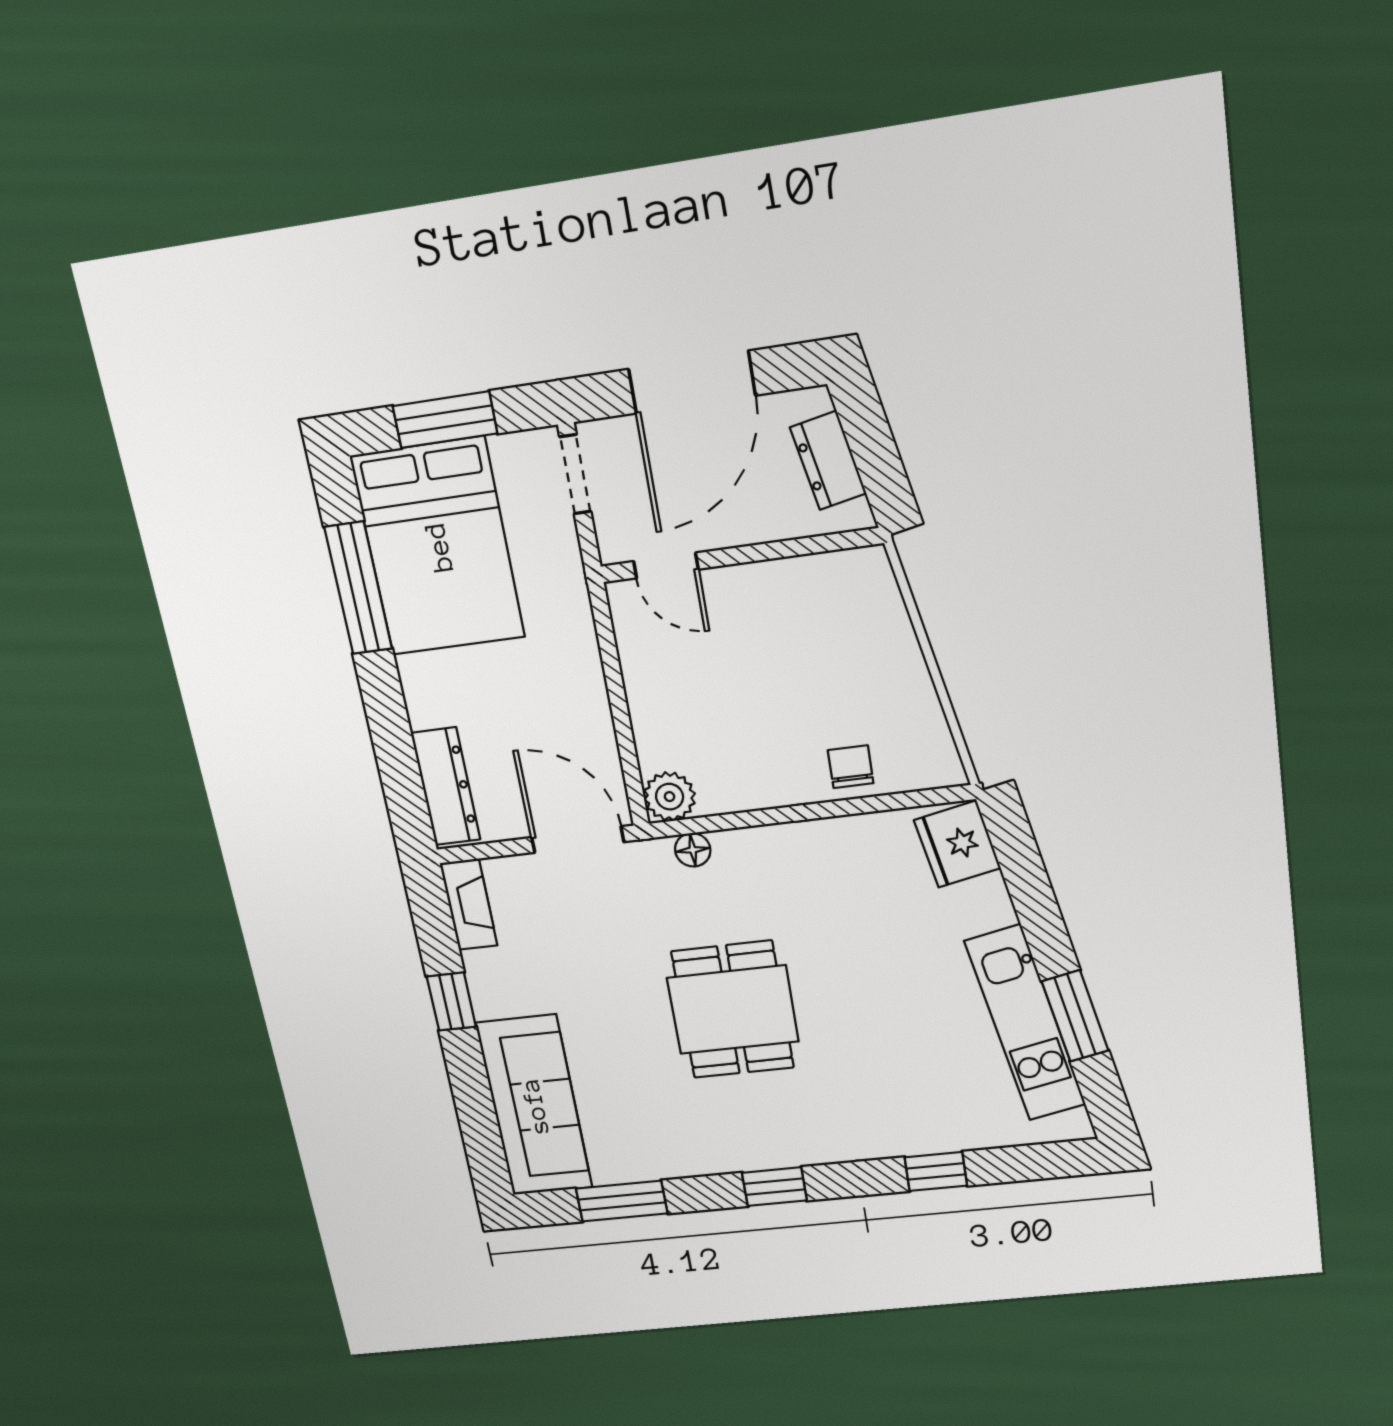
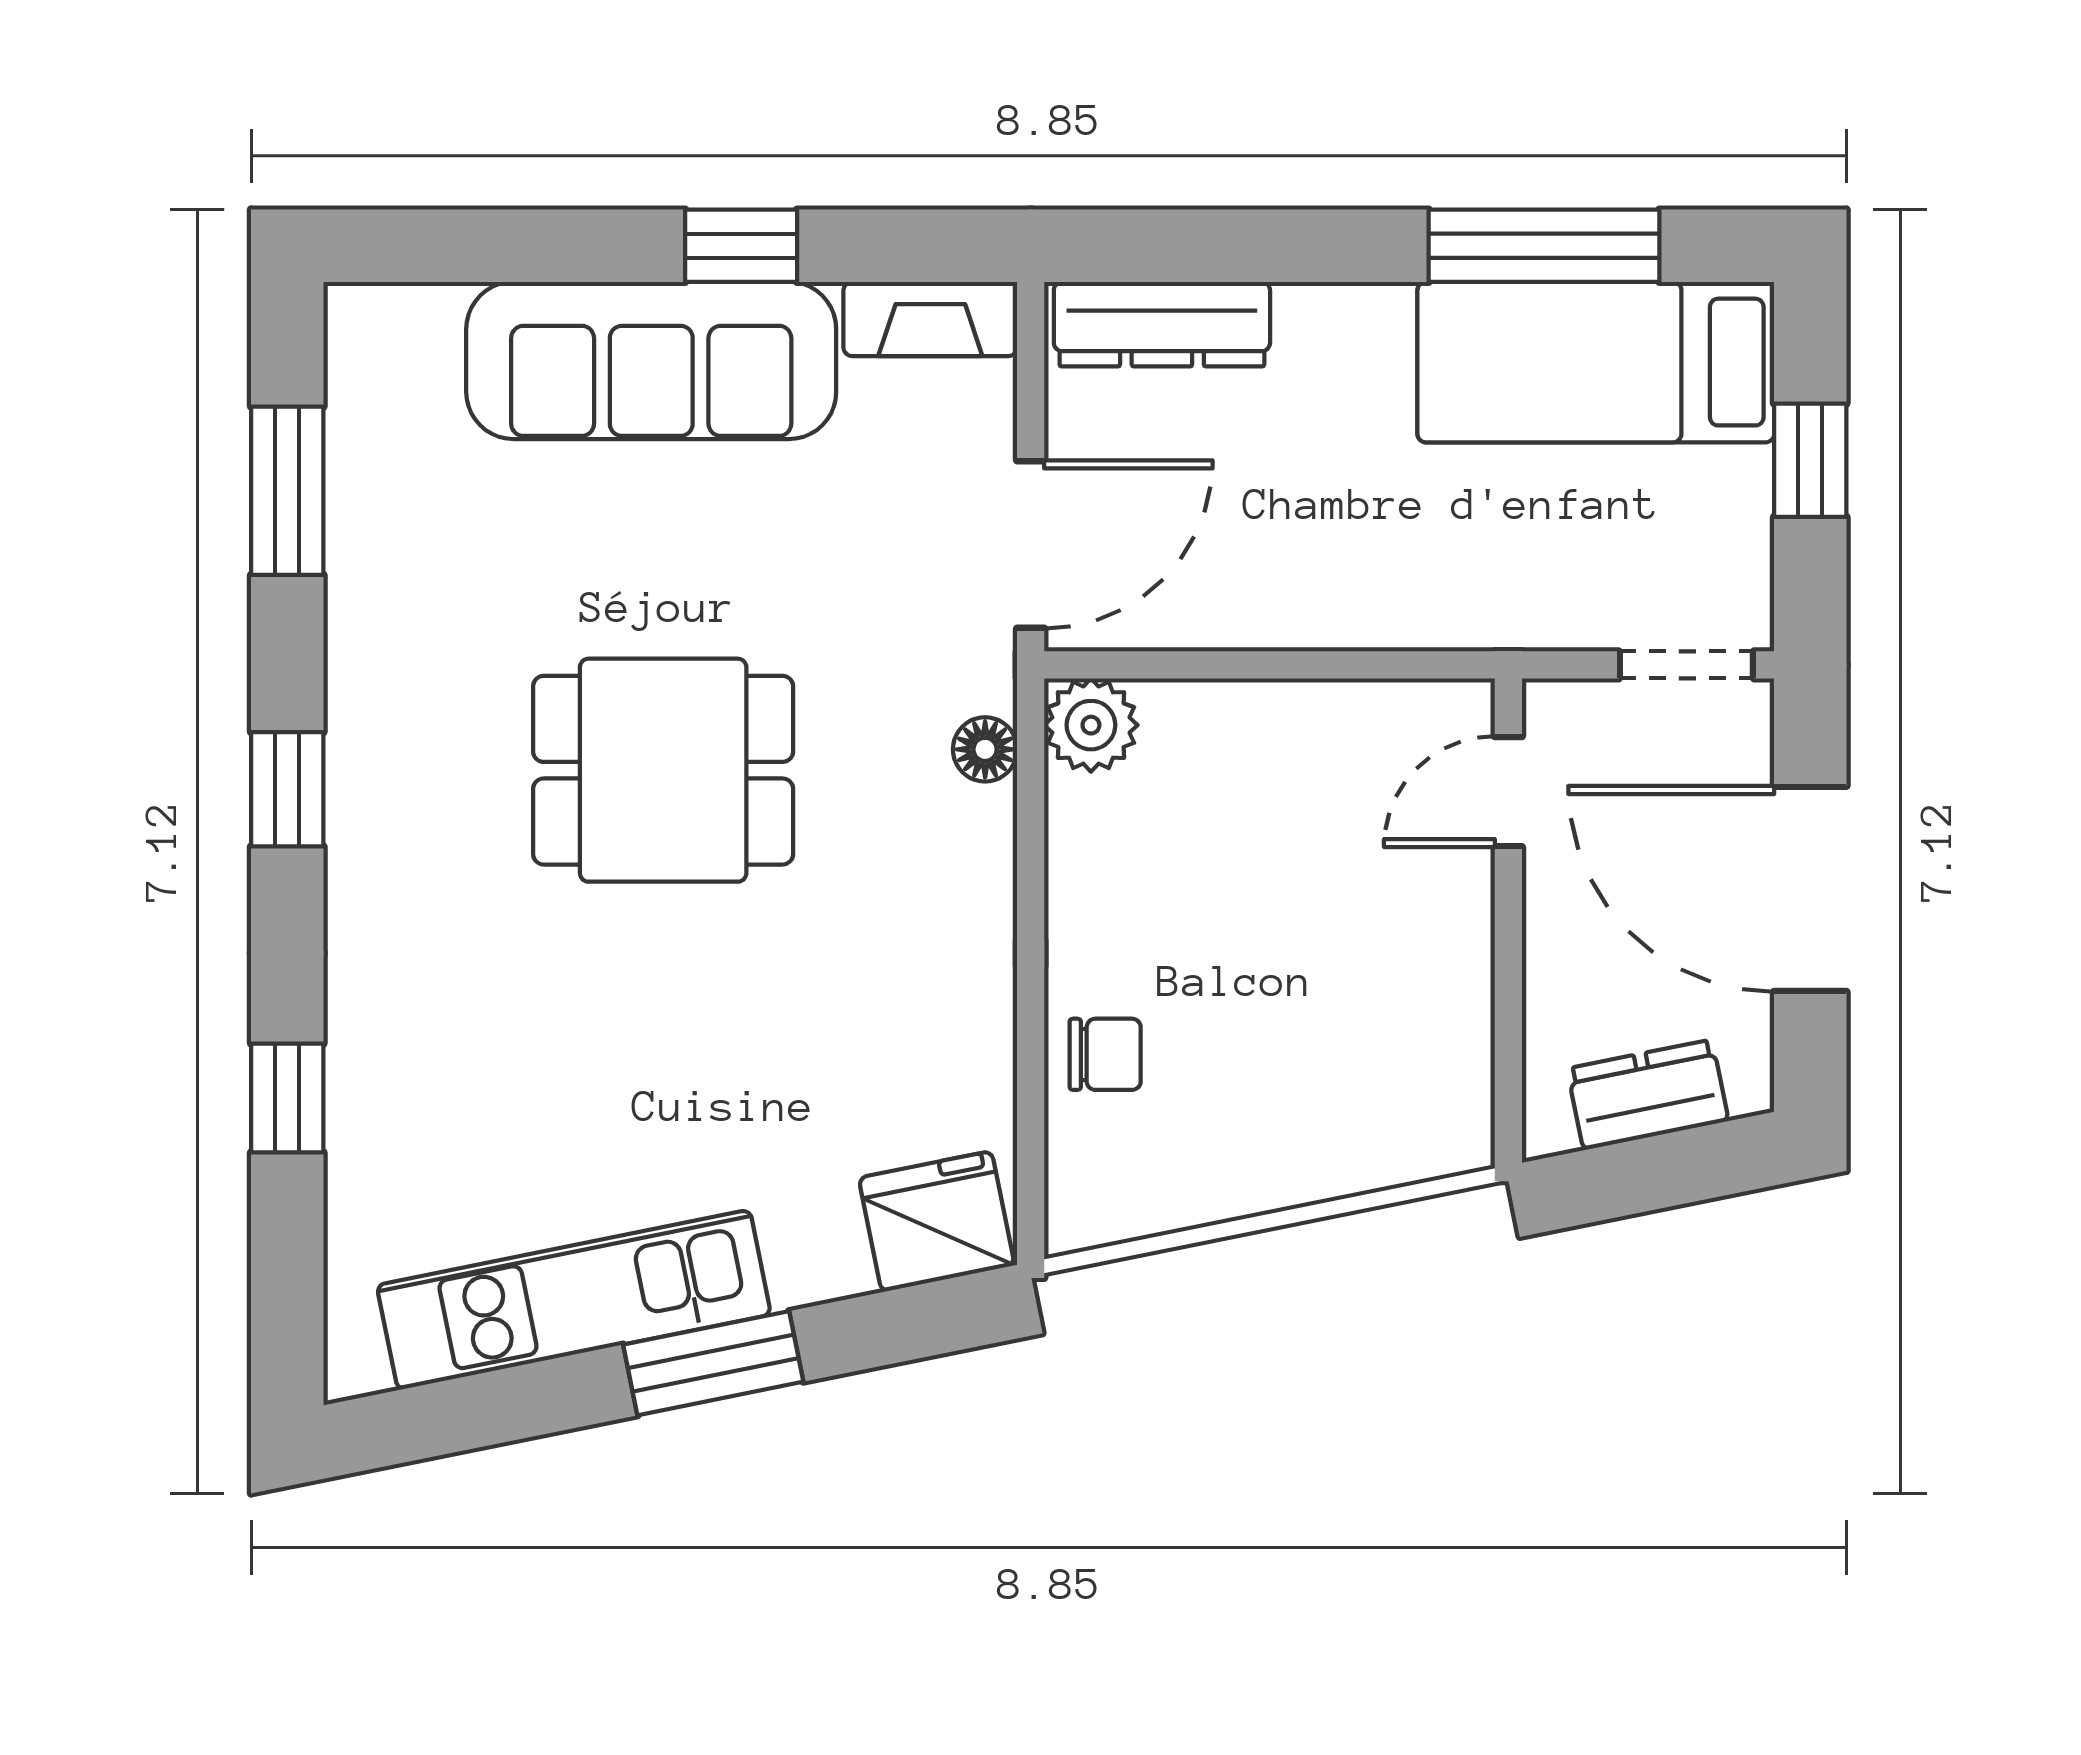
window: (445, 420) -> (1810, 460), width x0.67
bed: (438, 547) -> (1596, 362), width x0.67
window: (1075, 1016) -> (713, 1363), moved
sofa: (534, 1106) -> (651, 360), moved

